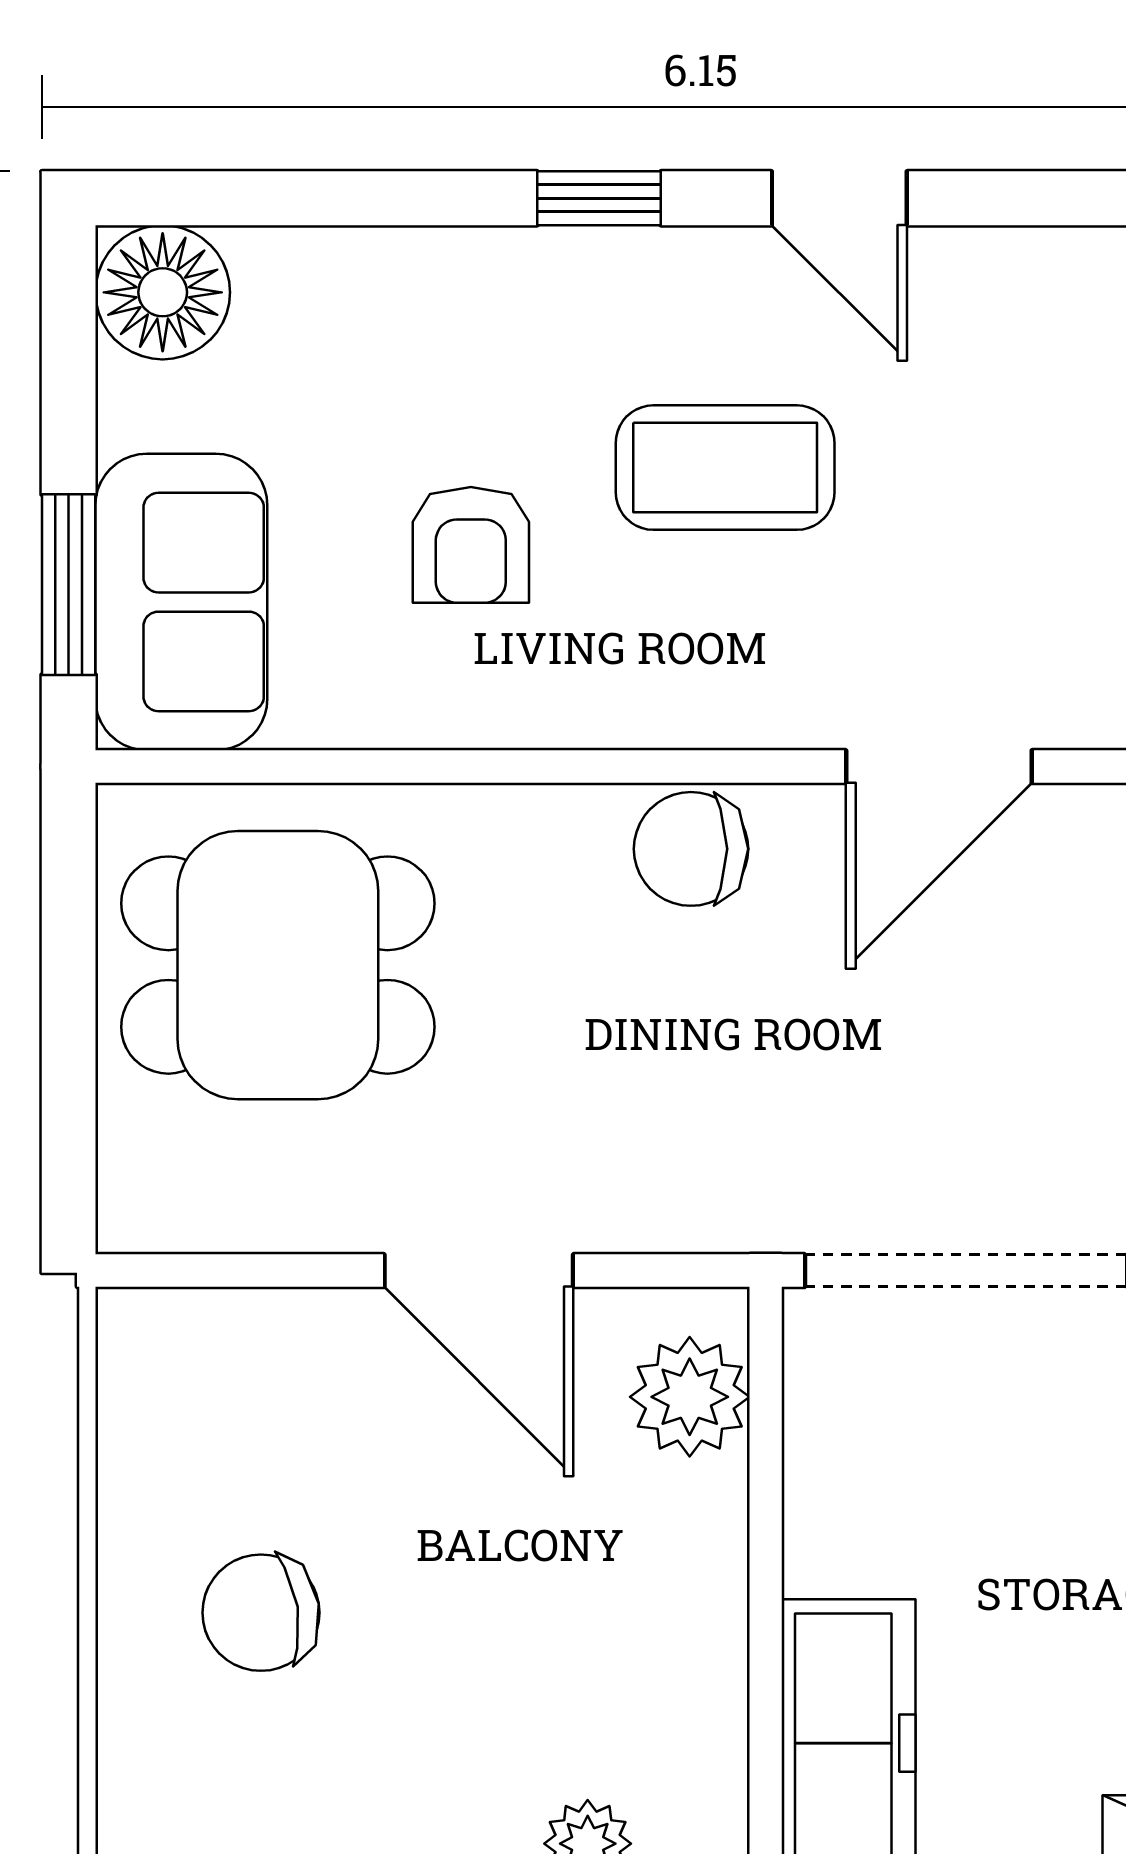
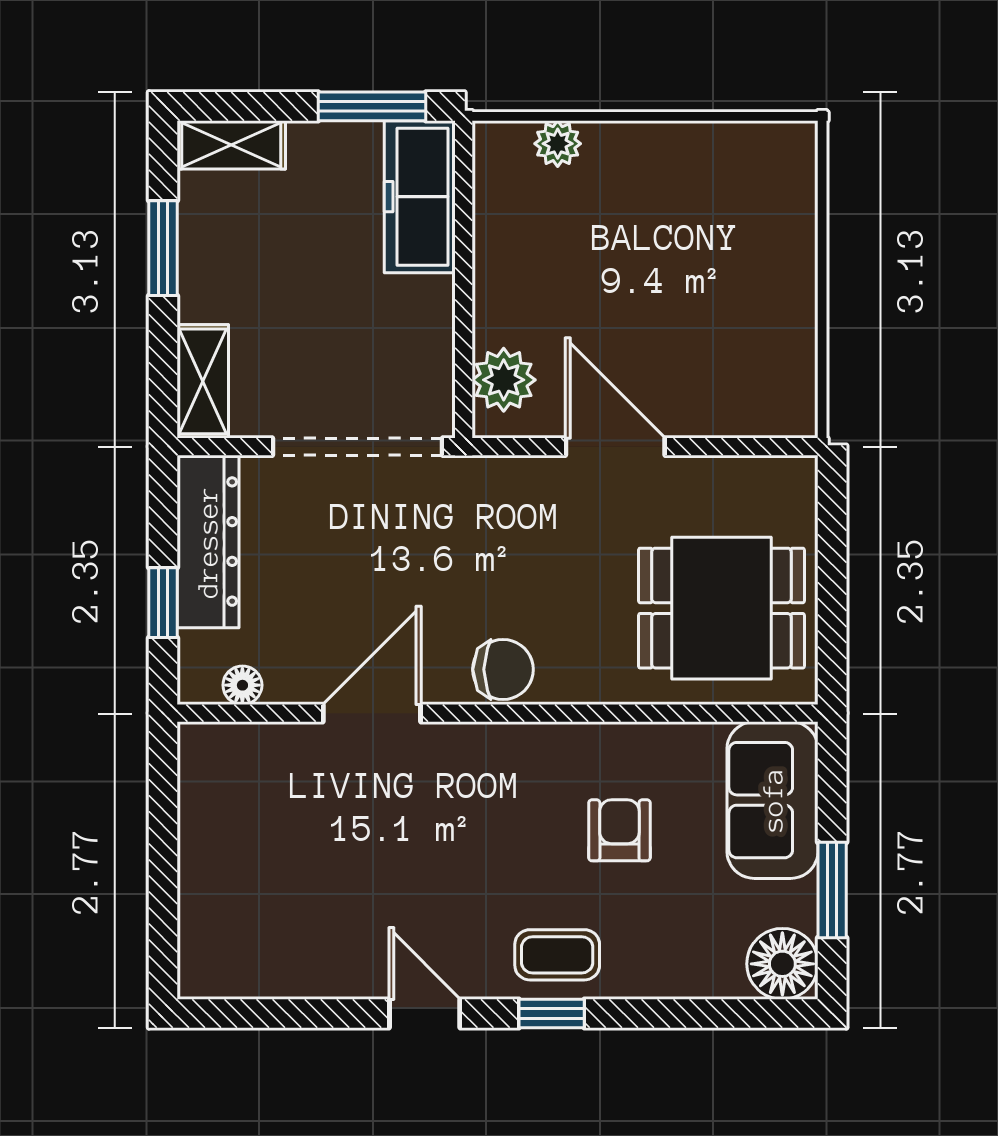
coffee table: (725, 468) -> (557, 955), moved, width x0.73, depth x0.77
window: (69, 585) -> (832, 890), moved
chair: (261, 1613) -> (730, 266), removed

